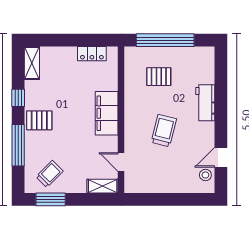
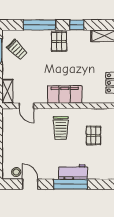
window: (221, 106) -> (71, 184), added
trolley: (164, 131) -> (61, 128), moved, turned 76
door: (121, 162) -> (26, 106), swing flipped

